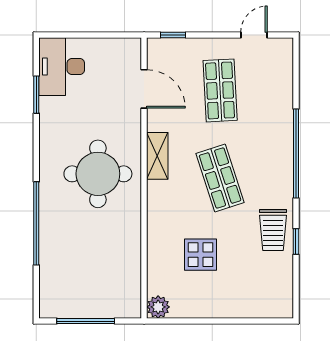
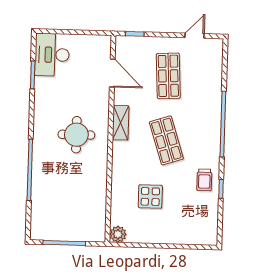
round table: (98, 174) -> (76, 135), width x0.73, depth x0.73
trolley: (273, 230) -> (204, 180), width x0.73, depth x0.72

